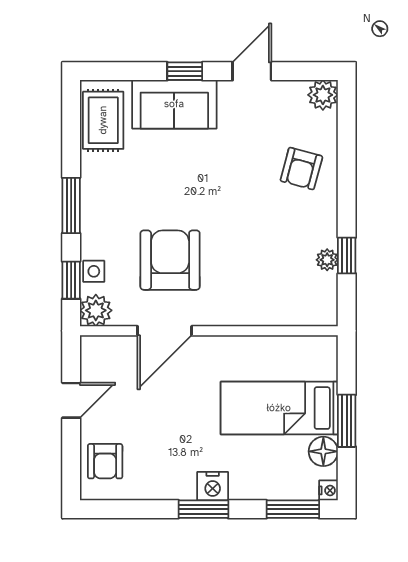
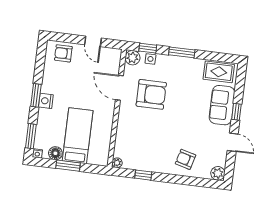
plant: (327, 260) -> (117, 163), moved

